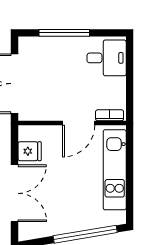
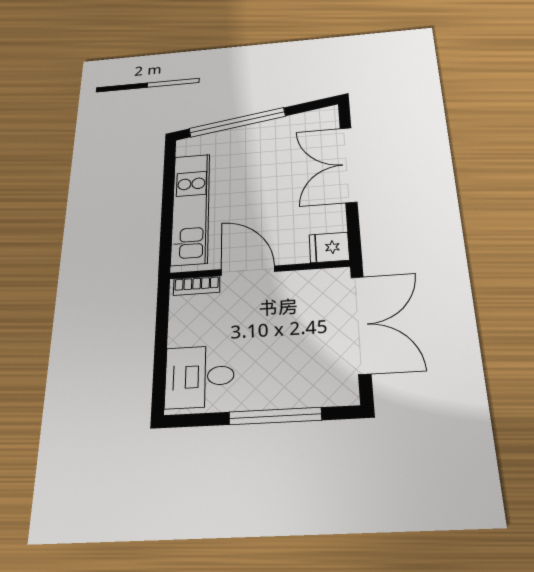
door: (79, 123) -> (248, 271), hinge flipped
fridge: (30, 151) -> (329, 247), moved

